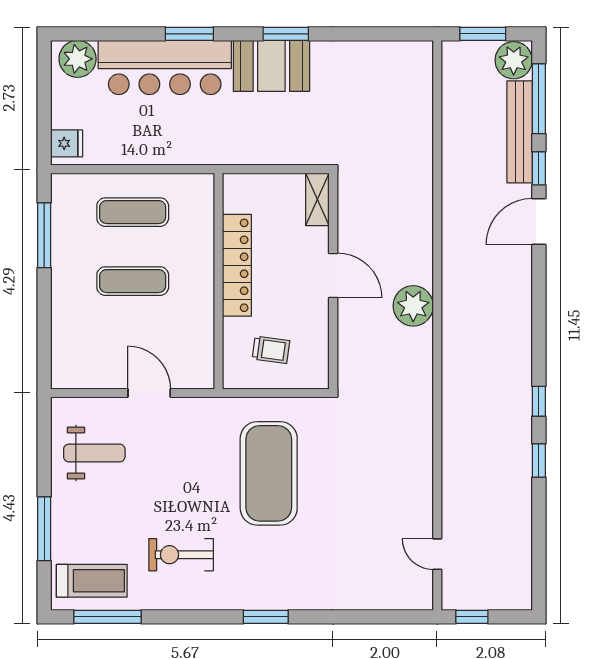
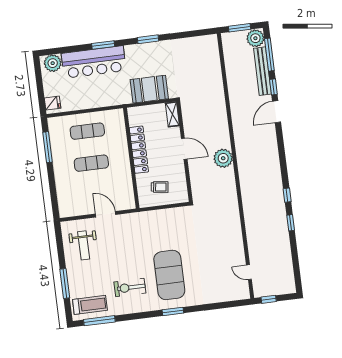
booth: (271, 66) -> (149, 89), moved
weight bench: (94, 453) -> (84, 245), turned 90
exercise mat: (269, 473) -> (169, 275), moved

